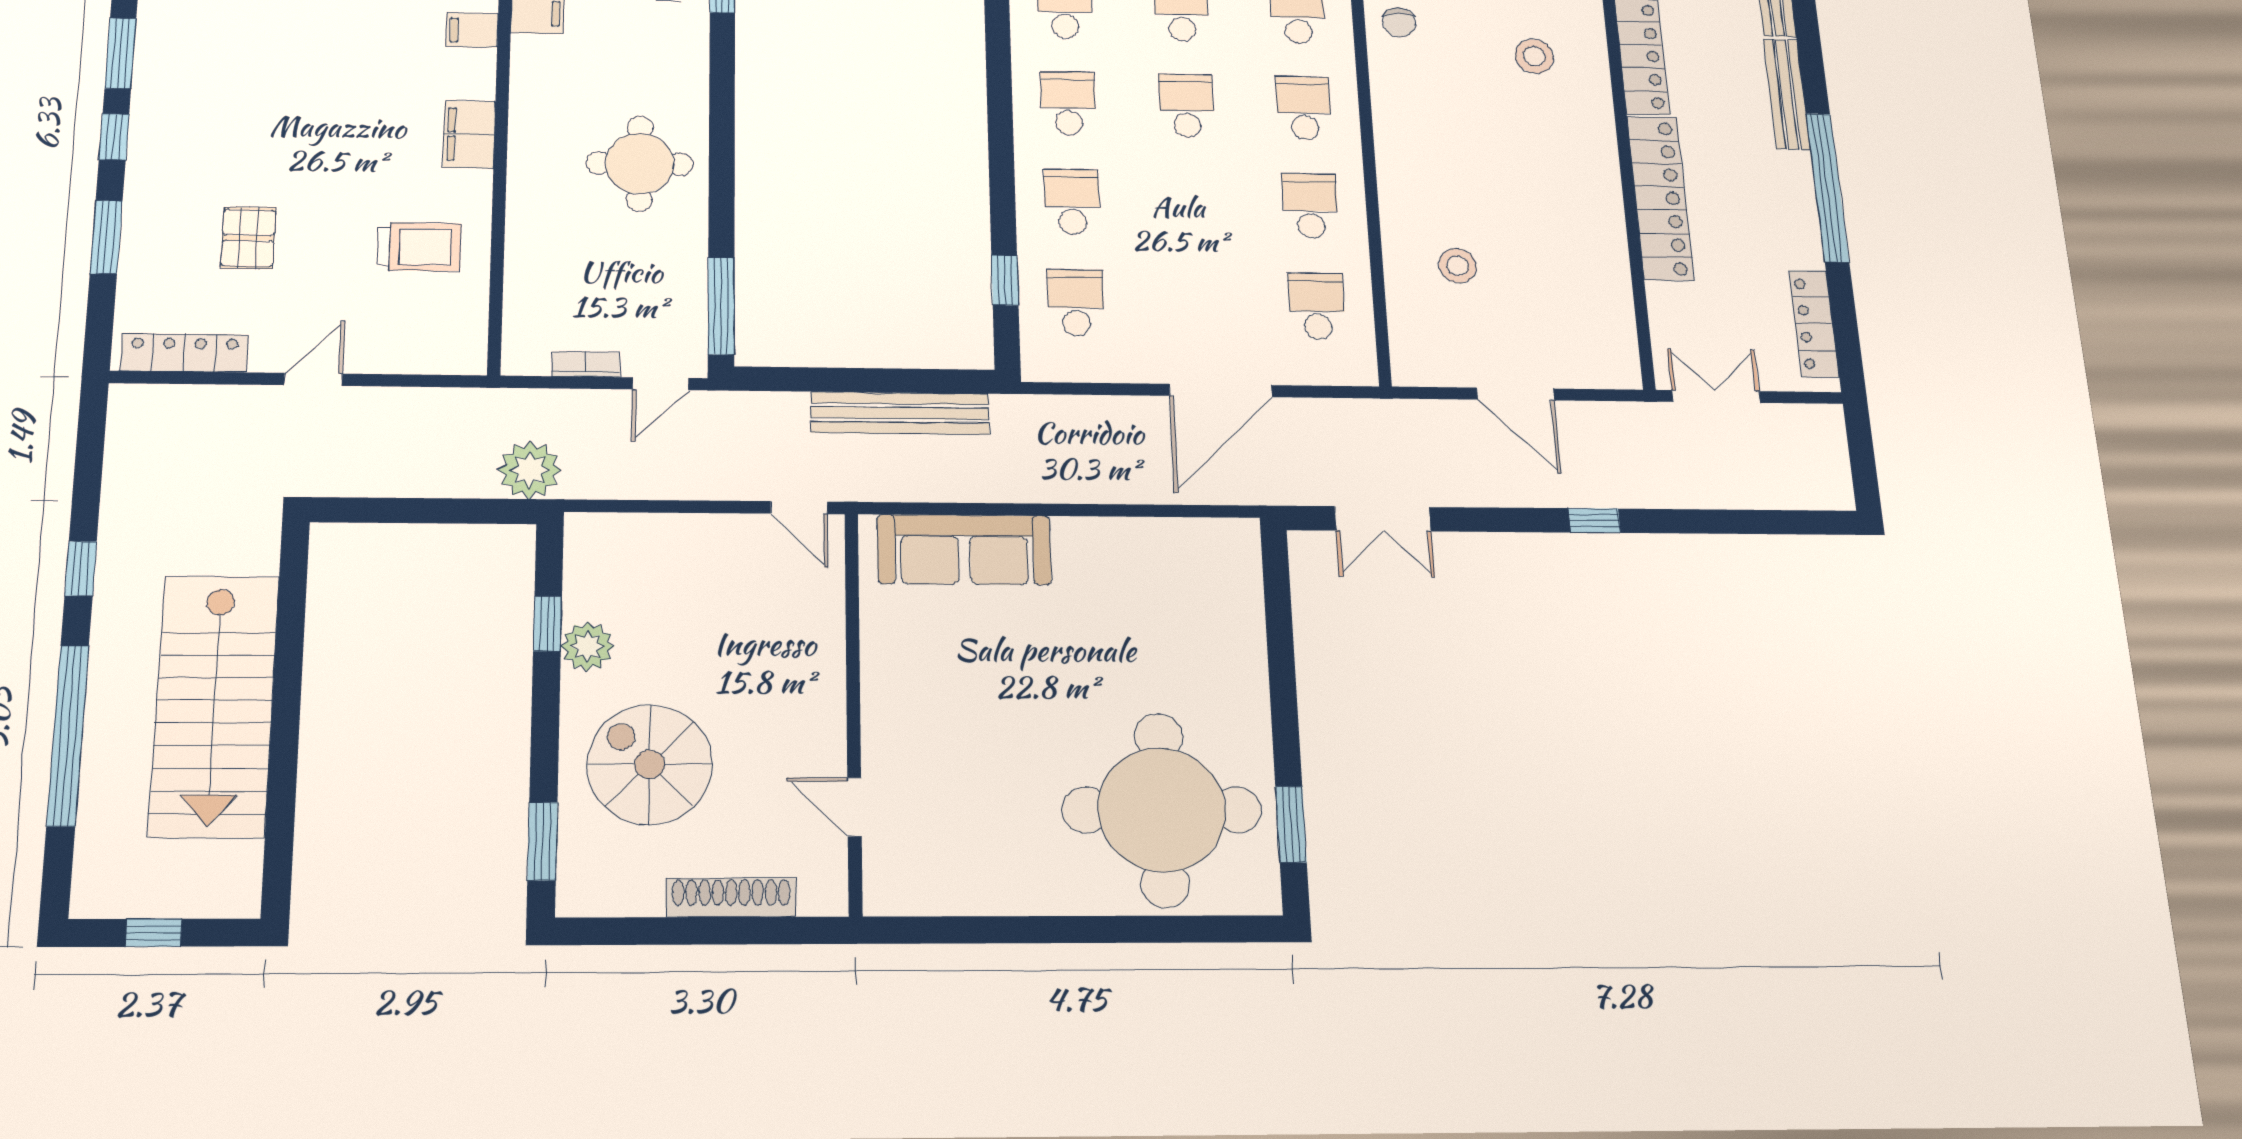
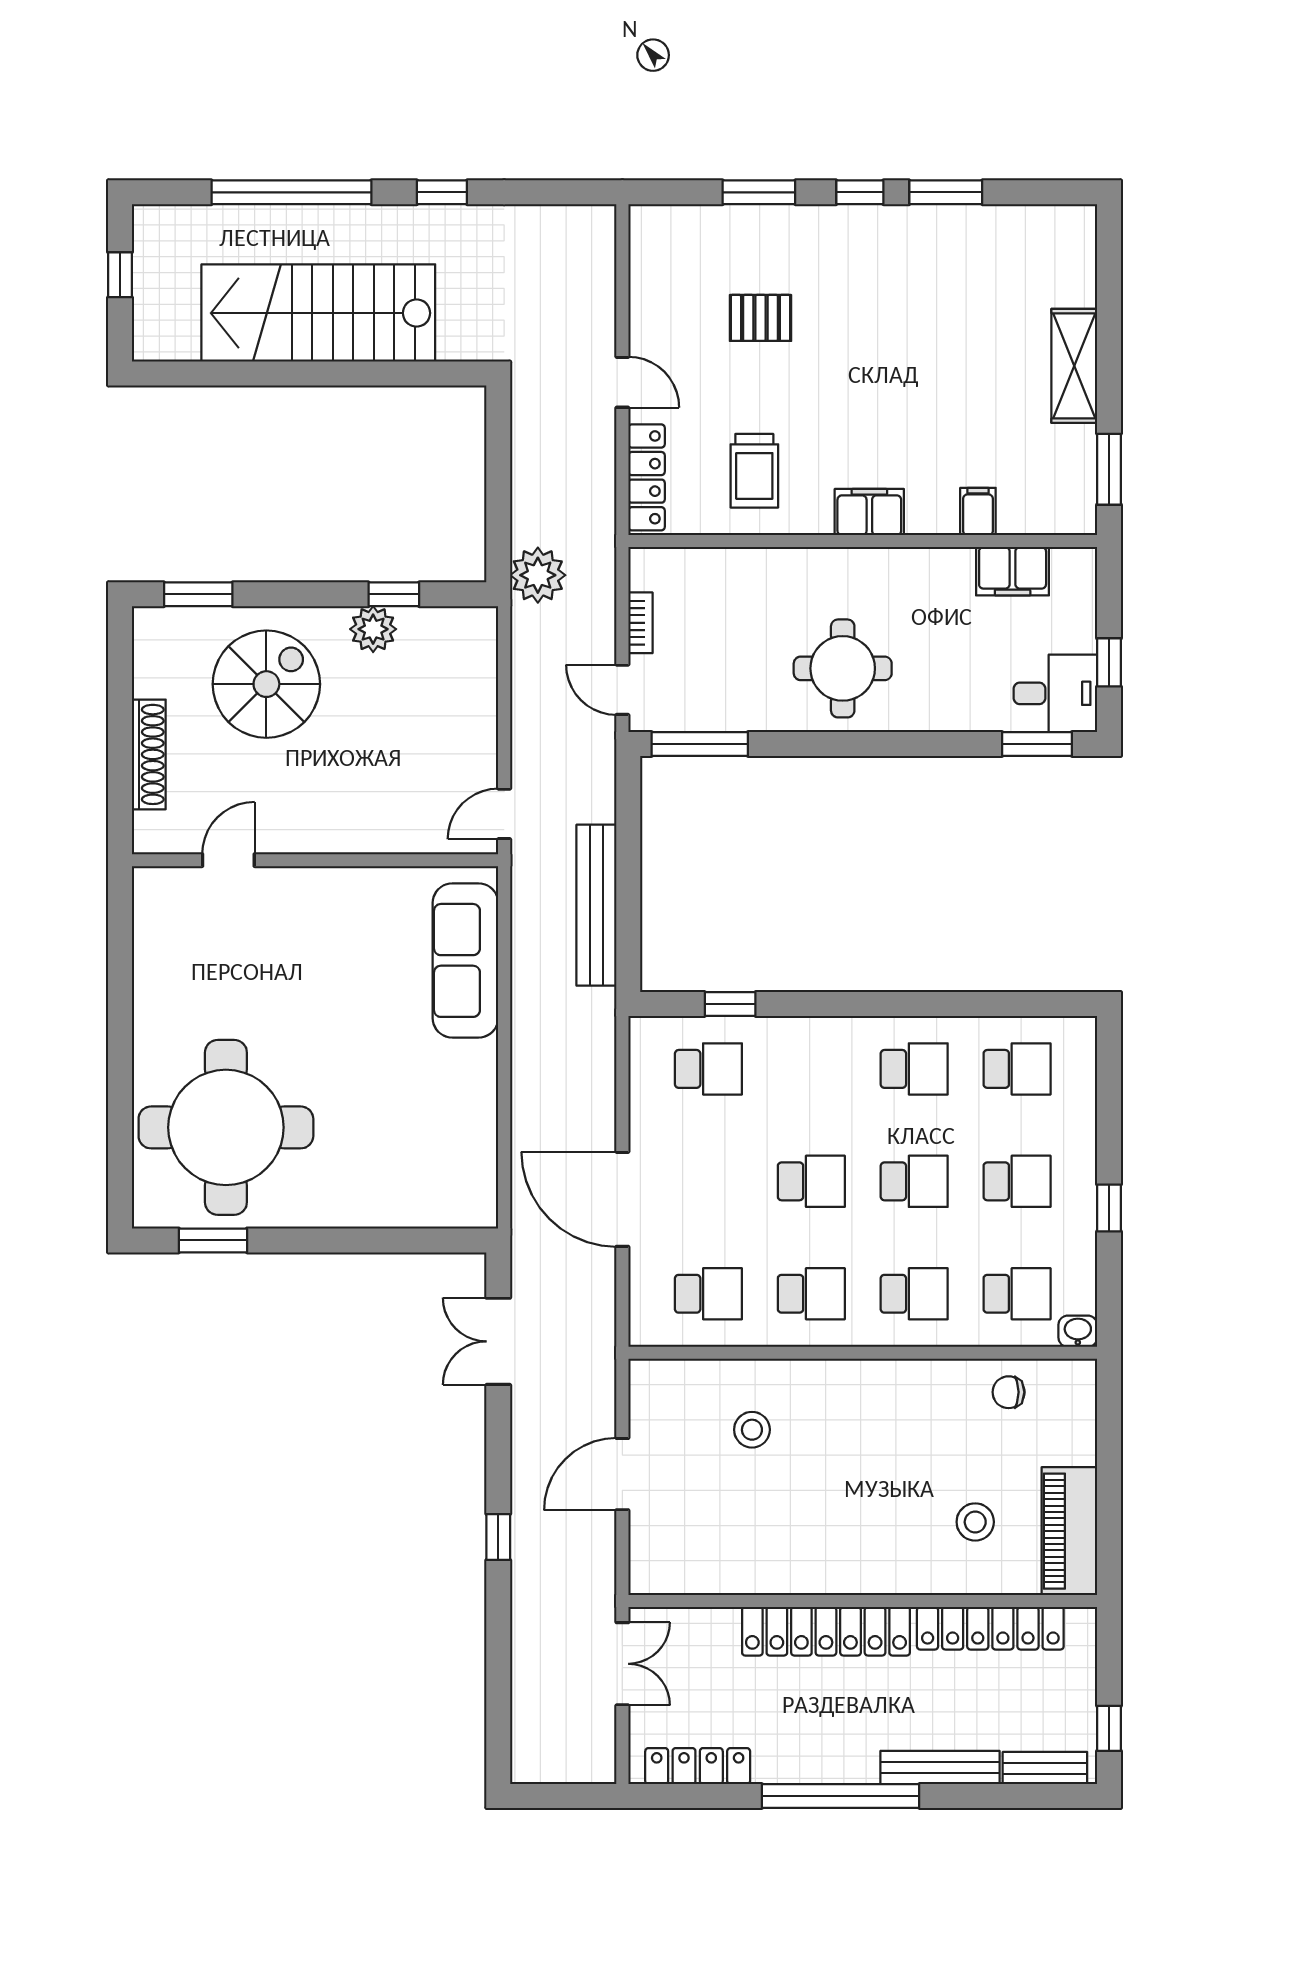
school desk: (1072, 202) -> (811, 1181), moved
locker: (184, 353) -> (647, 477), moved

